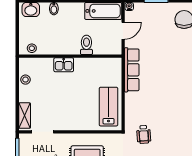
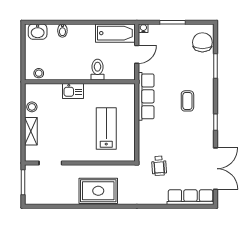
coffee table: (170, 74) -> (187, 101), added
lab bench: (108, 107) -> (106, 129), moved
shelving: (25, 116) -> (31, 131), moved

